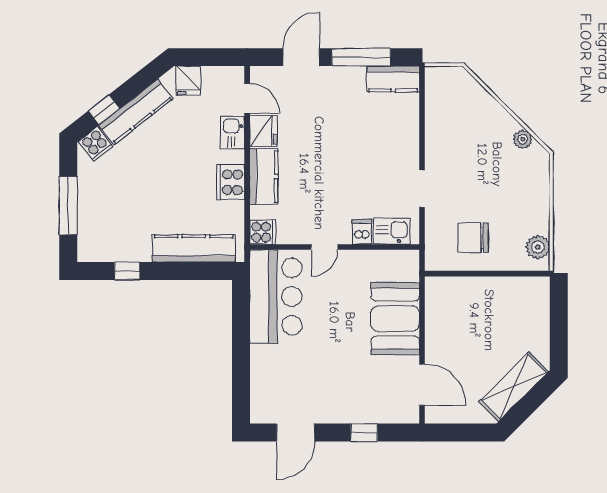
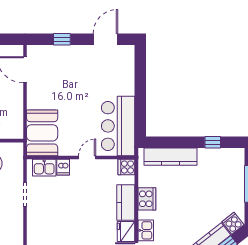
booth: (395, 319) -> (42, 133), moved

